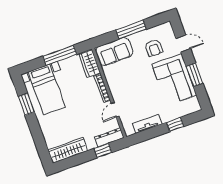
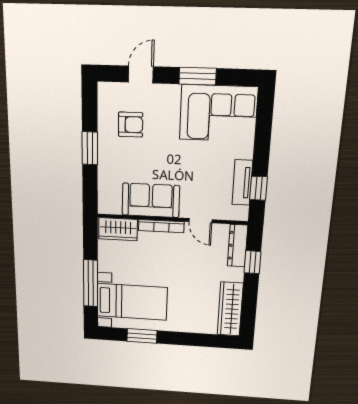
window: (131, 30) -> (90, 148), width x0.69
sofa: (114, 52) -> (151, 200), moved, turned -90
window: (60, 55) -> (91, 283), moved
corner sofa: (174, 80) -> (218, 113), moved
window: (175, 124) -> (258, 188), moved

